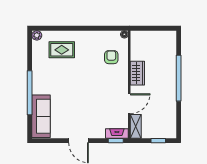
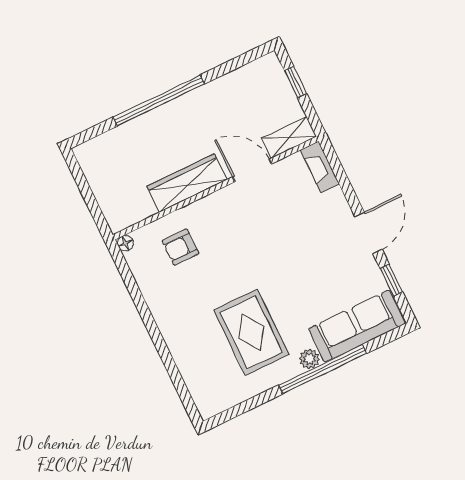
plant: (37, 35) -> (309, 359), moved
rug: (62, 50) -> (251, 332), moved, width x1.36, depth x1.43
wardrobe: (137, 73) -> (187, 183), width x1.50
window: (116, 141) -> (391, 280), moved

